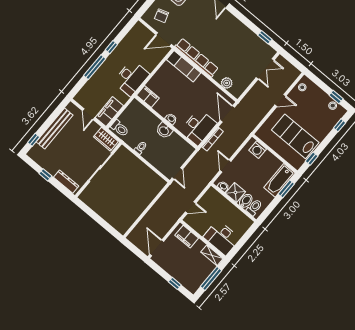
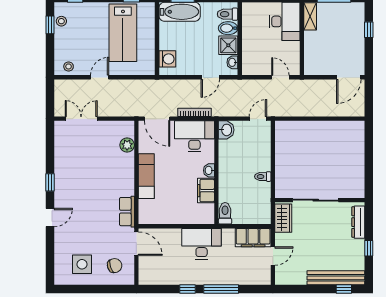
window: (265, 37) -> (50, 182), moved
row of seats: (197, 58) -> (127, 212), width x0.50
exam couch: (184, 66) -> (146, 176), moved
filing cabinet: (148, 97) -> (206, 191), moved
door: (280, 100) -> (100, 77), hinge flipped
door: (227, 114) -> (157, 119), hinge flipped
bench: (55, 128) -> (336, 278), moved
toilet: (120, 128) -> (225, 213), moved
washbasin: (164, 131) -> (226, 130), moved
filing cabinet: (187, 237) -> (313, 57), removed

